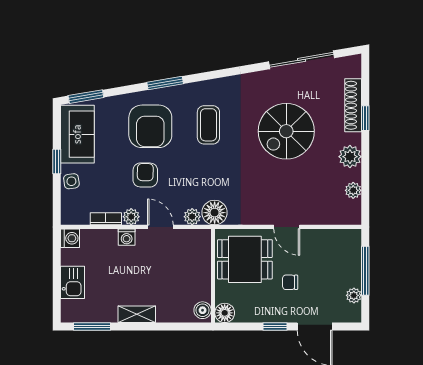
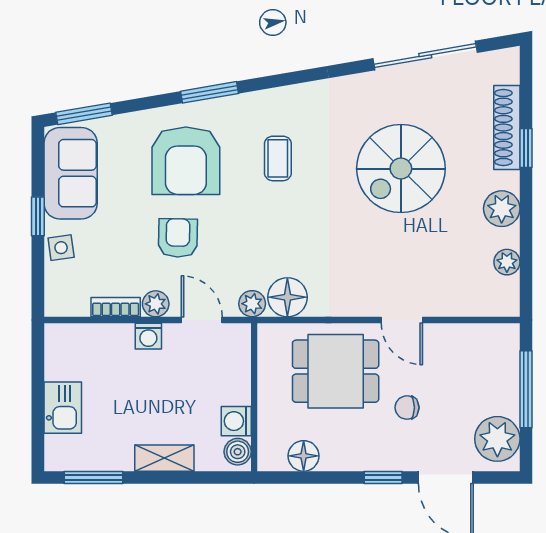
coffee table: (208, 125) -> (278, 158), width x0.73, depth x0.77
washing machine: (70, 238) -> (236, 421), moved, turned 180
wall: (213, 276) -> (254, 397), moved
plant: (354, 295) -> (497, 439), width x1.88, depth x1.88
boiler: (203, 310) -> (238, 452), moved

